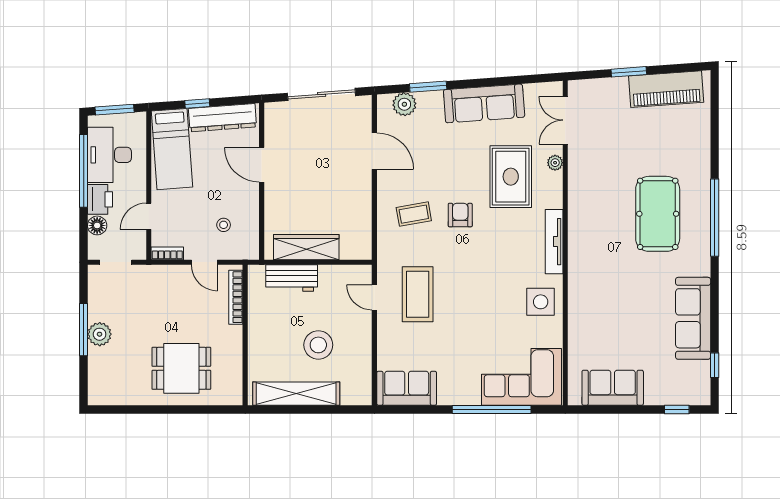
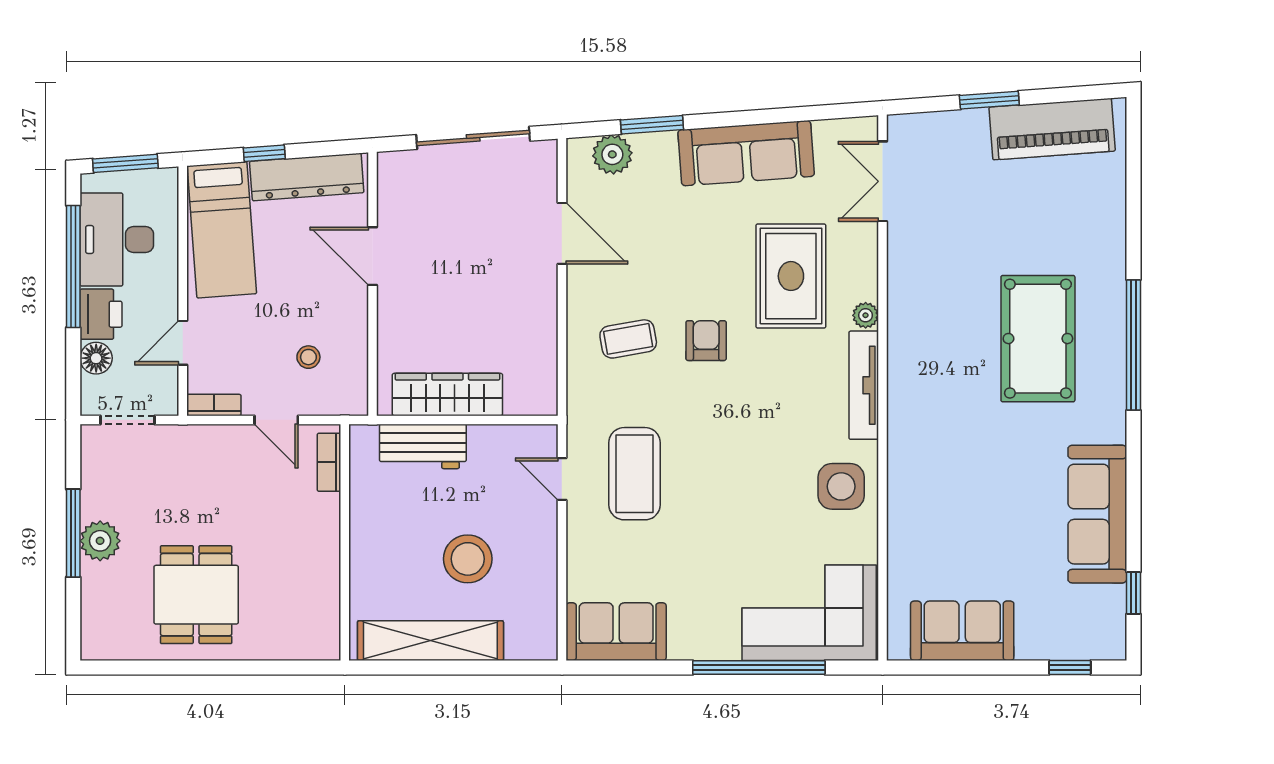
plant: (555, 163) -> (866, 315), moved
bookcase: (236, 297) -> (329, 462), width x0.64
dining table: (181, 368) -> (196, 595), moved, turned 90

